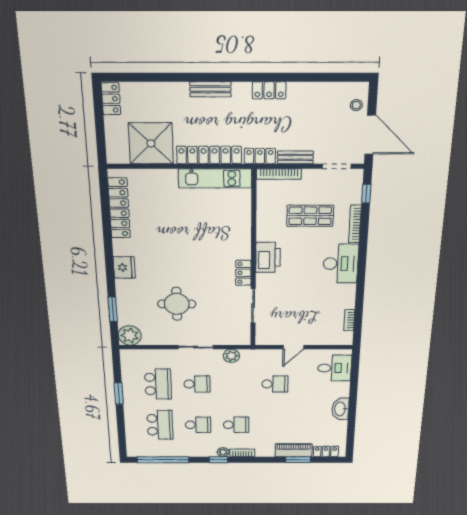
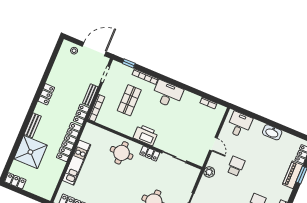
shower: (151, 143) -> (30, 152), moved
kitchen unit: (215, 178) -> (77, 163), moved
round table: (227, 235) -> (122, 153), added
plant: (231, 356) -> (209, 172), moved

